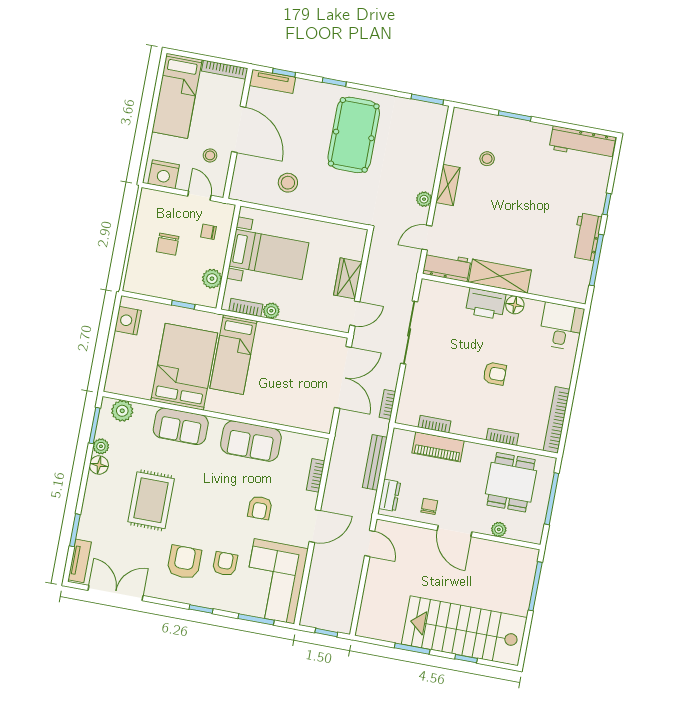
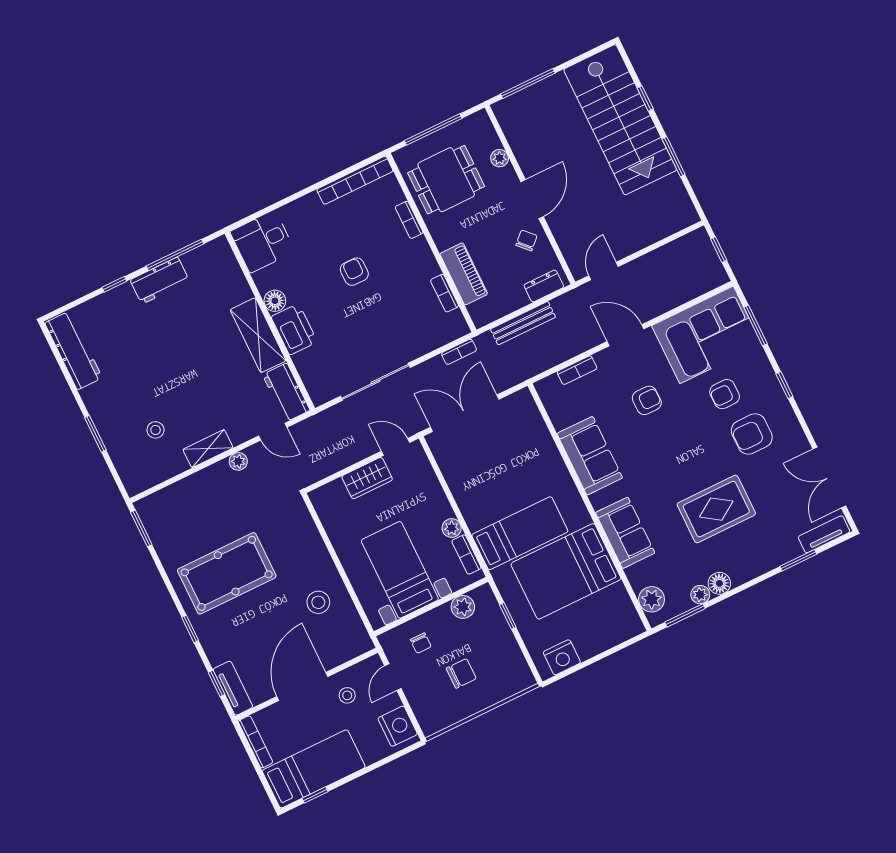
window: (159, 83) -> (315, 795), added
chair: (429, 506) -> (526, 240), turned 136

